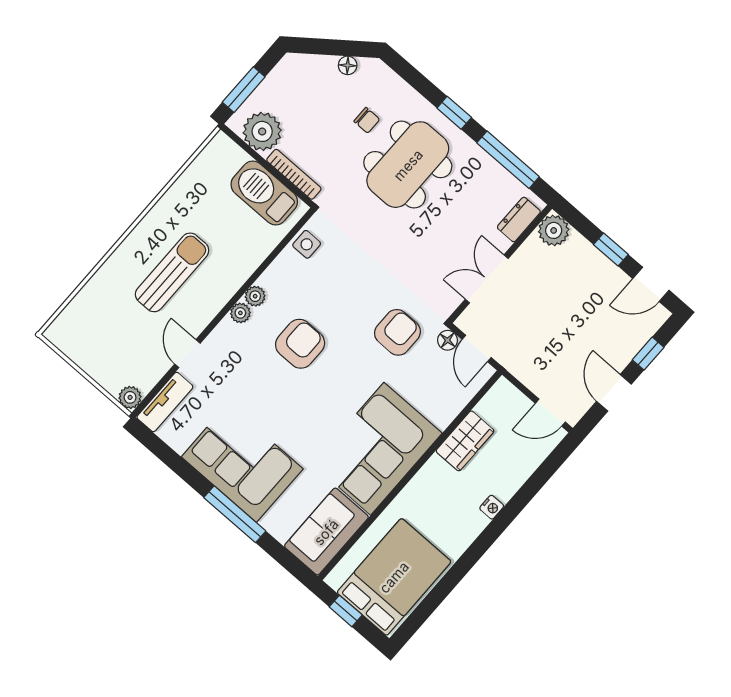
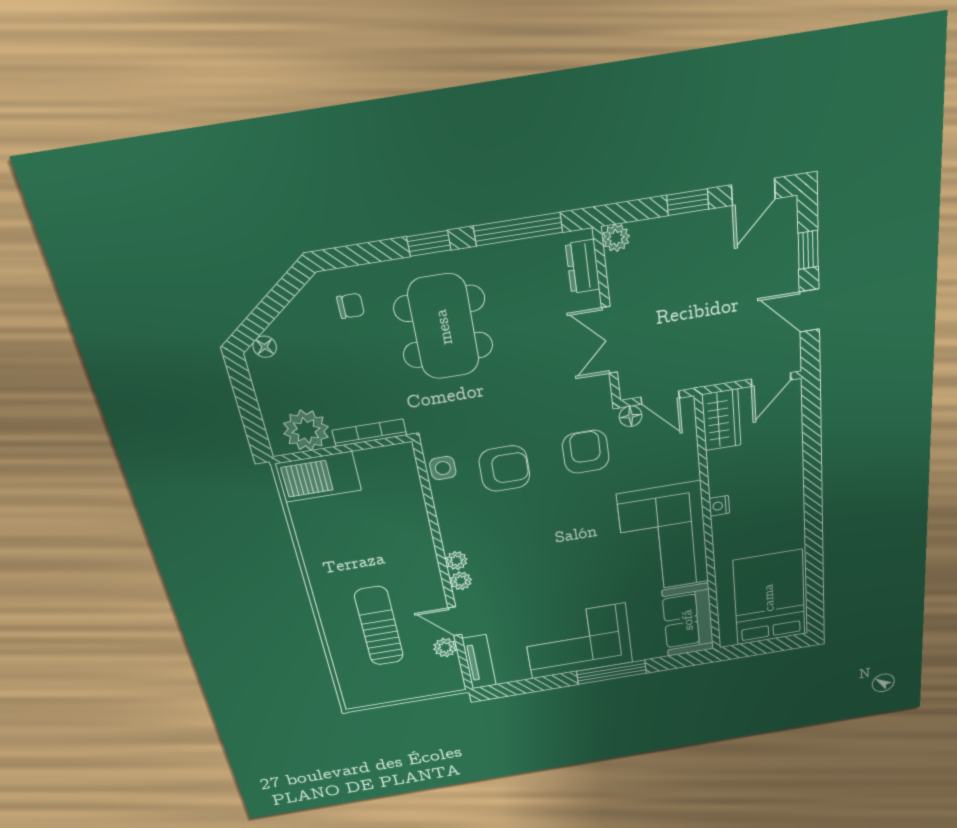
floor lamp: (348, 65) -> (265, 347), moved
window: (244, 90) -> (252, 417), removed
chair: (367, 120) -> (351, 306), moved
barbecue: (264, 193) -> (318, 477), moved
plant: (554, 230) -> (616, 238), width x0.73, depth x0.73
sun lounger: (172, 272) -> (379, 626), moved
plant: (255, 296) -> (461, 581), moved
armchair: (300, 344) -> (504, 469), moved, turned 90
plant: (130, 397) -> (445, 648), moved
wardrobe: (465, 441) -> (721, 420), moved
nightstand: (492, 507) -> (719, 506), moved, turned 180
window: (346, 611) -> (758, 648), removed

